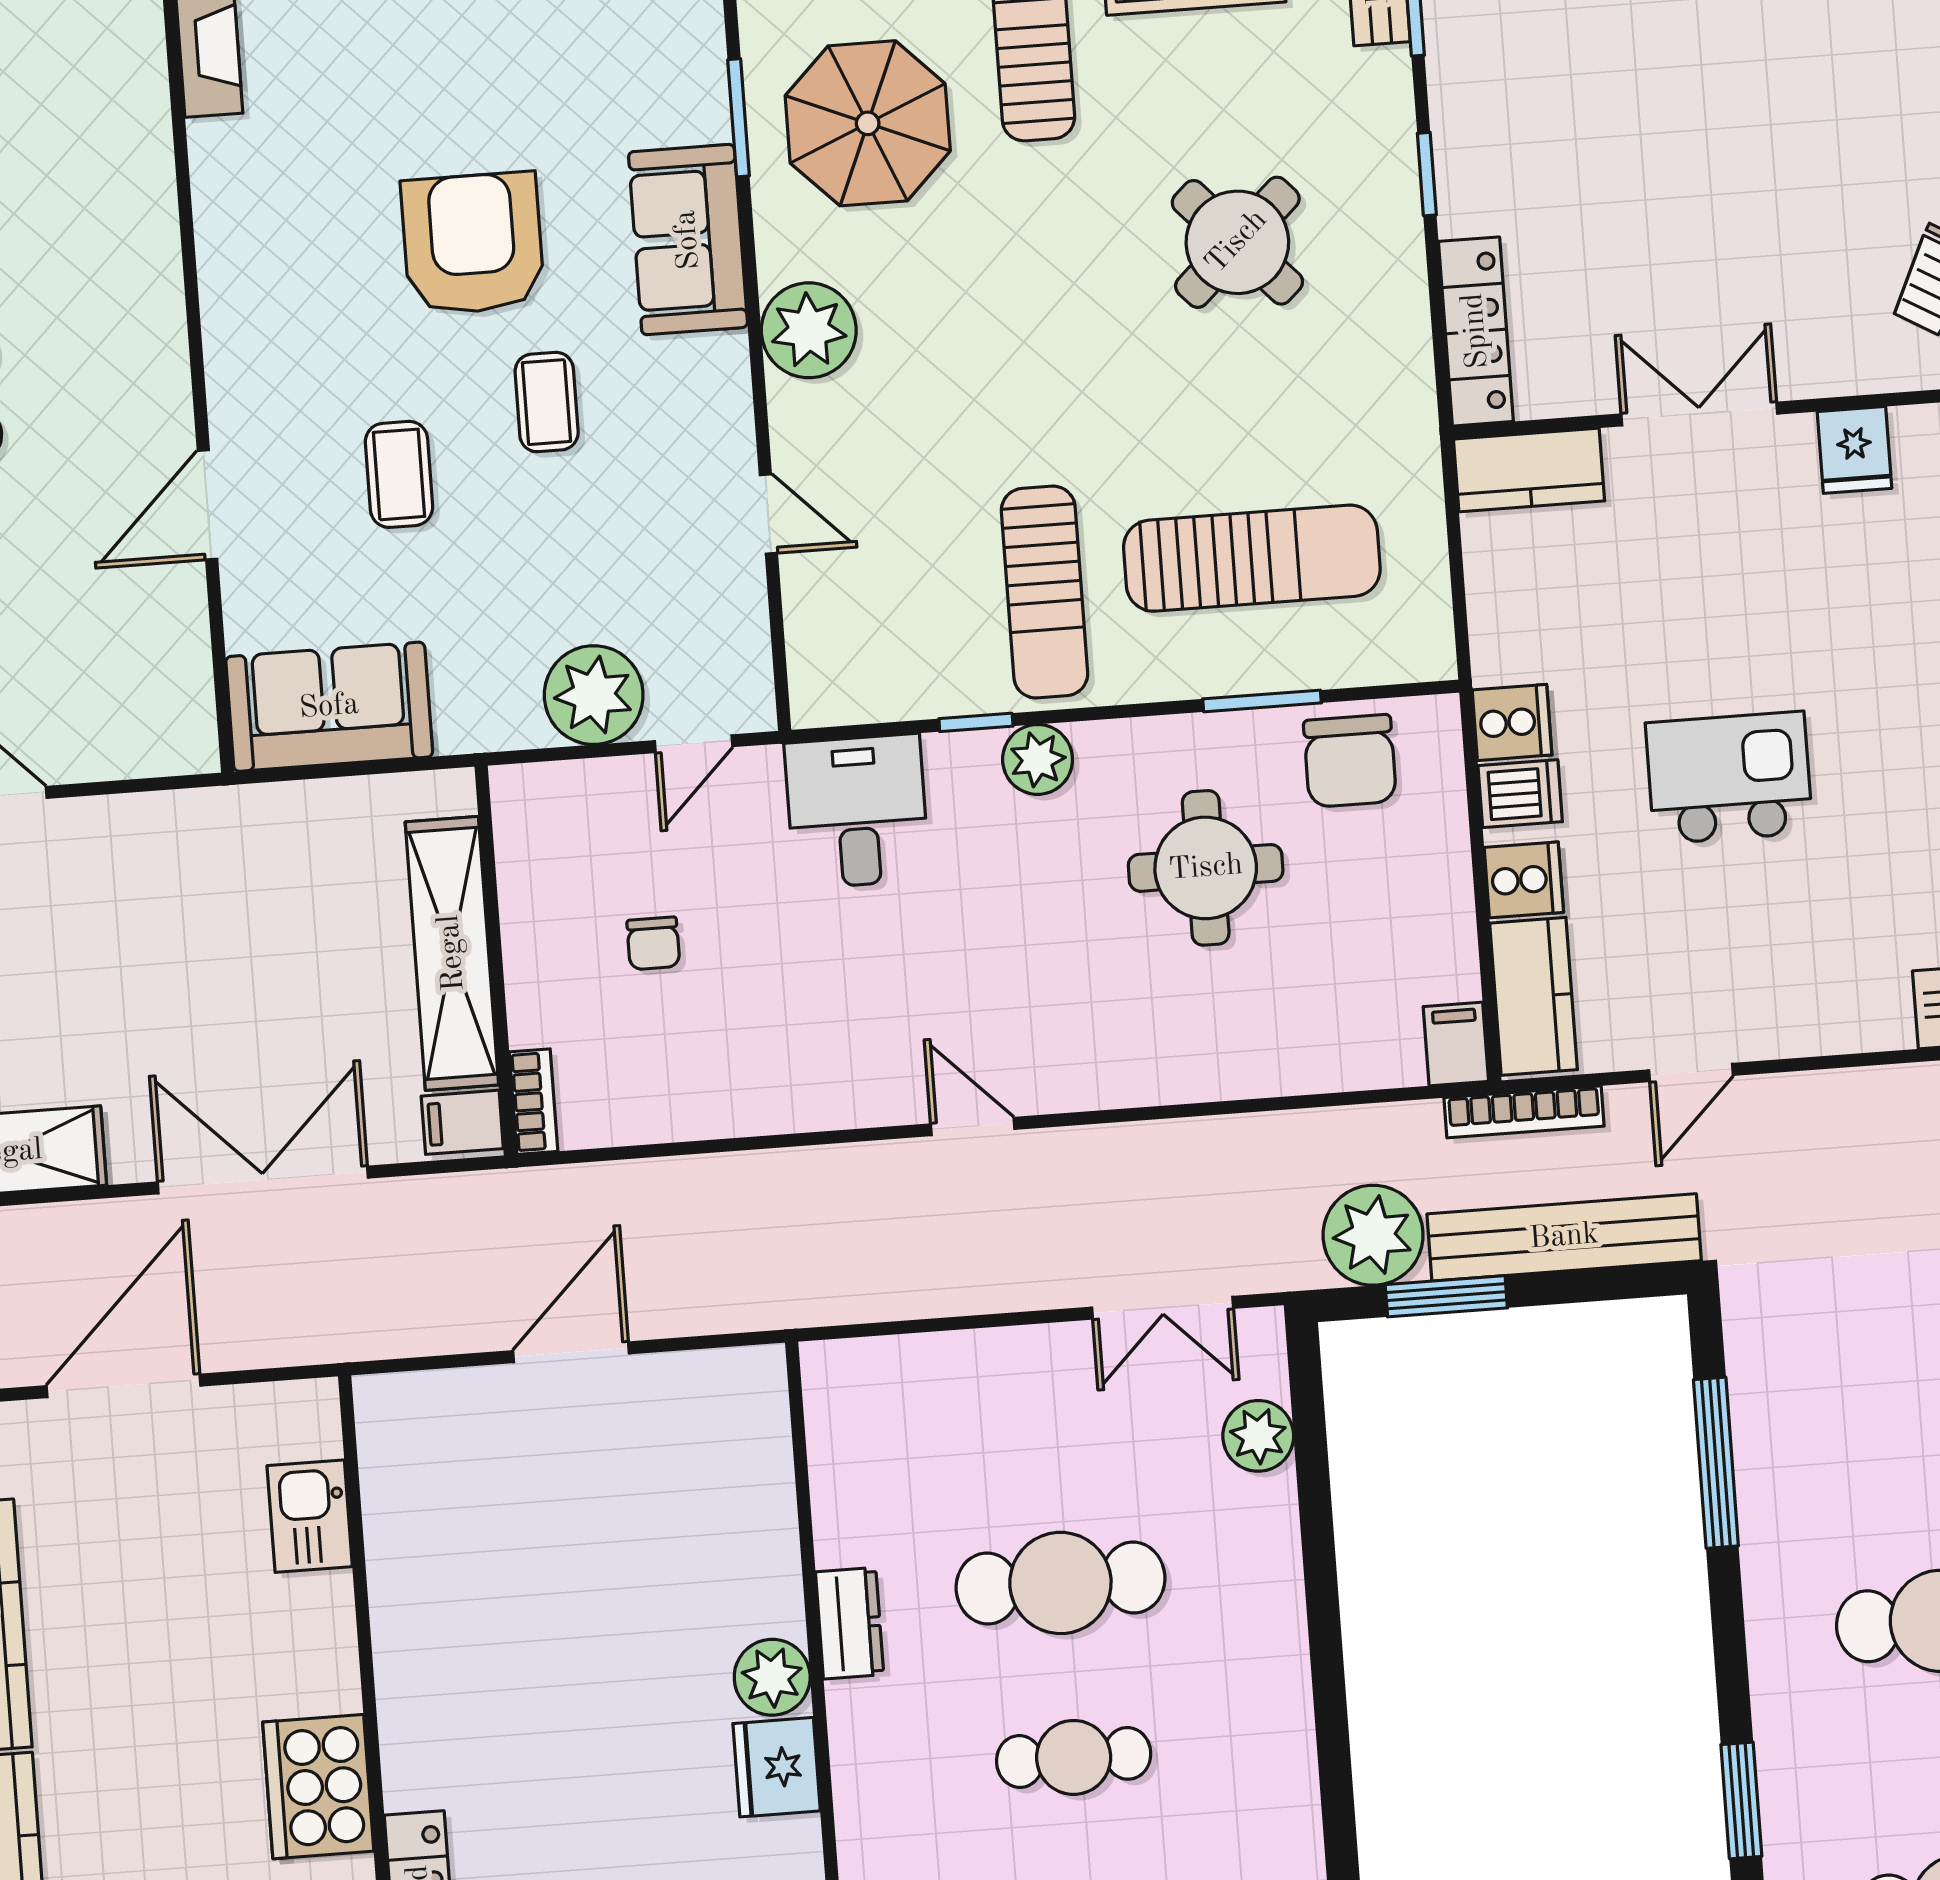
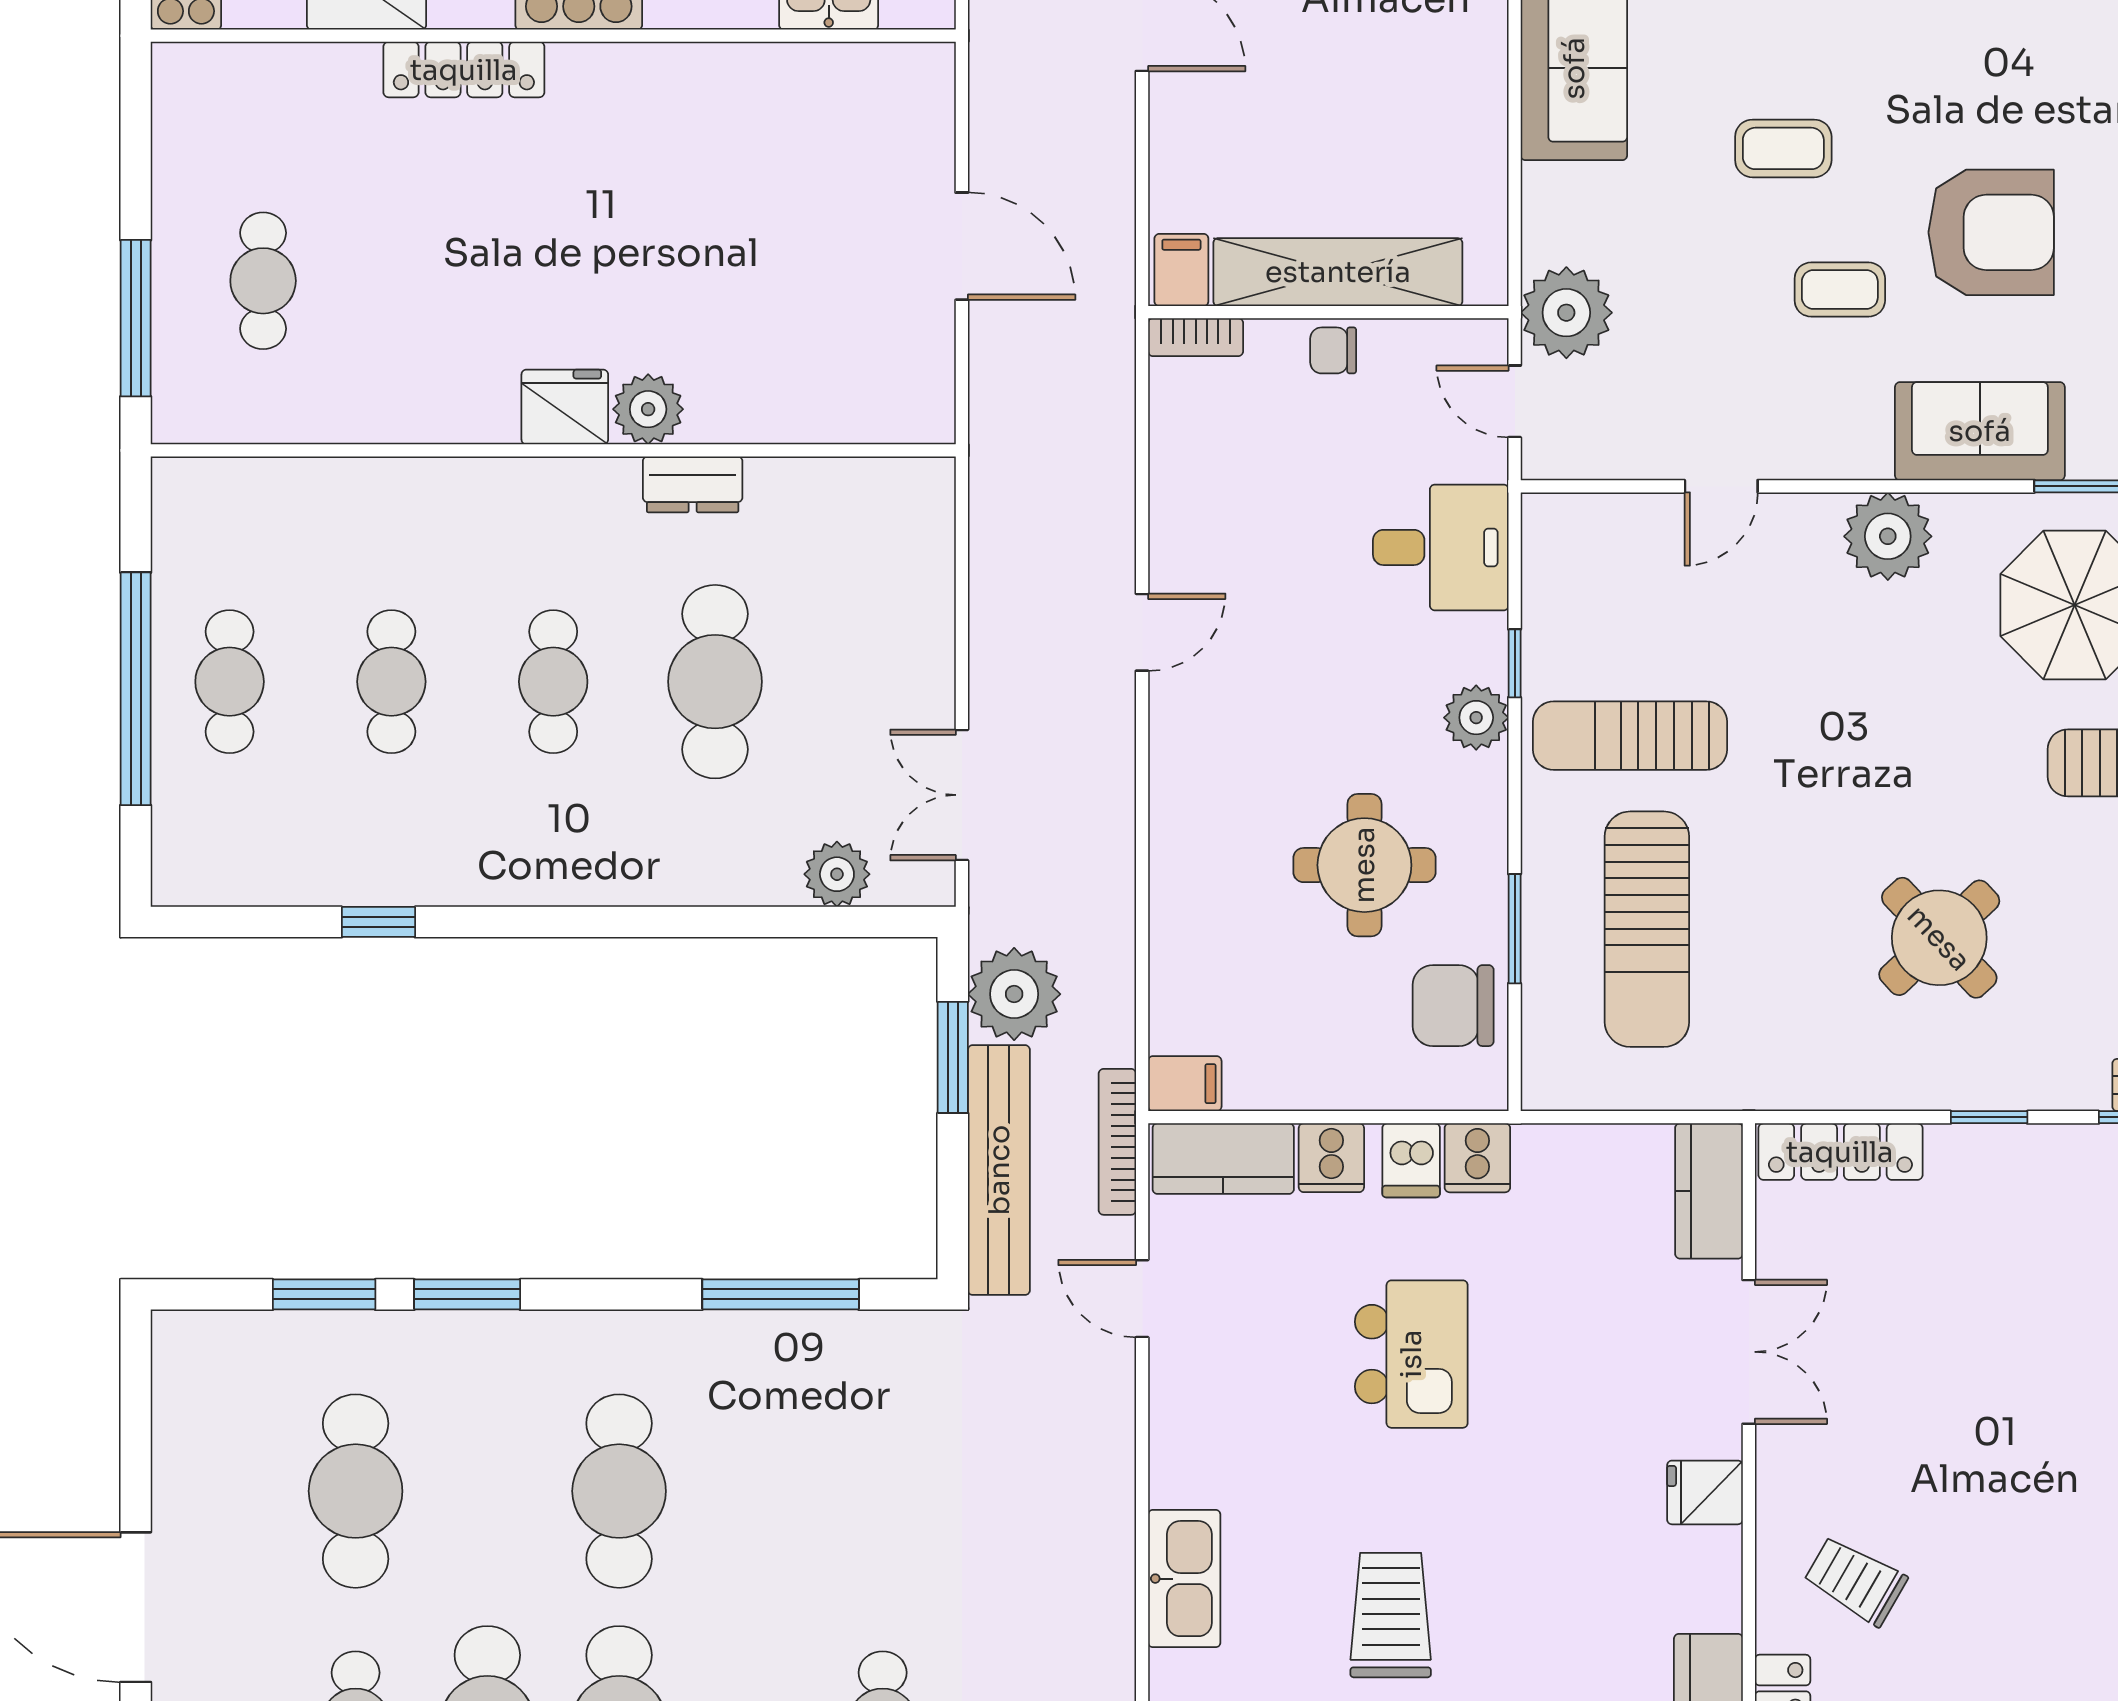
shelving: (452, 953) -> (1338, 272), moved
wall: (496, 961) -> (1328, 312), moved
bookcase: (534, 1102) -> (1196, 337), moved
filing cabinet: (462, 1122) -> (1181, 270), moved

